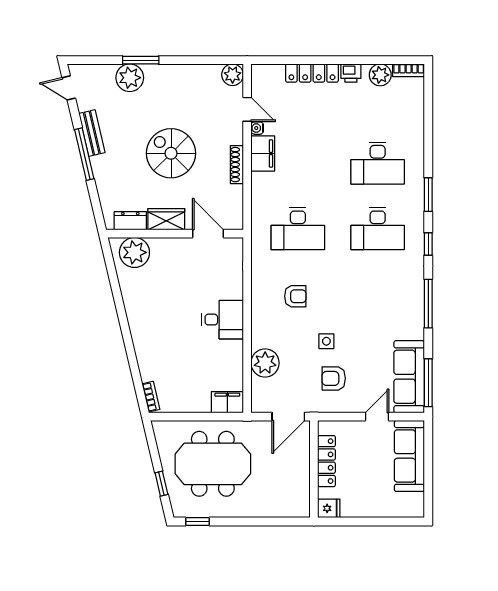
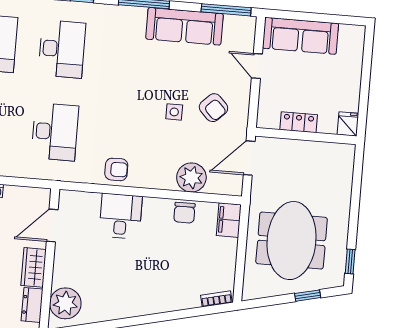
armchair: (295, 296) -> (116, 169), moved, turned 90
desk: (223, 320) -> (121, 216), moved
chair: (231, 359) -> (184, 213), added
sofa: (409, 377) -> (184, 26), moved
armchair: (334, 378) -> (213, 108), turned -44
door: (288, 417) -> (249, 158), swing flipped
locker: (326, 461) -> (299, 122), width x0.66

